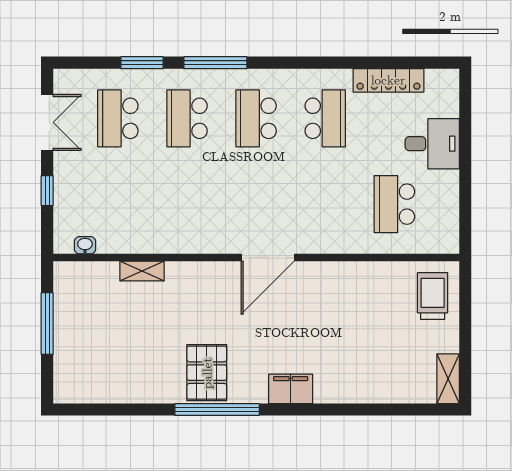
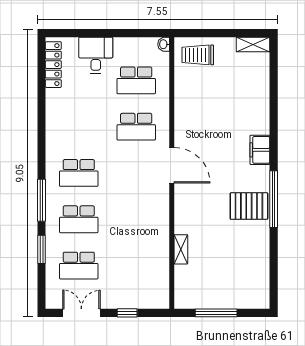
locker: (388, 80) -> (53, 65), moved
school desk: (325, 118) -> (136, 127), moved, turned 180
washbasin: (85, 245) -> (164, 44), moved

